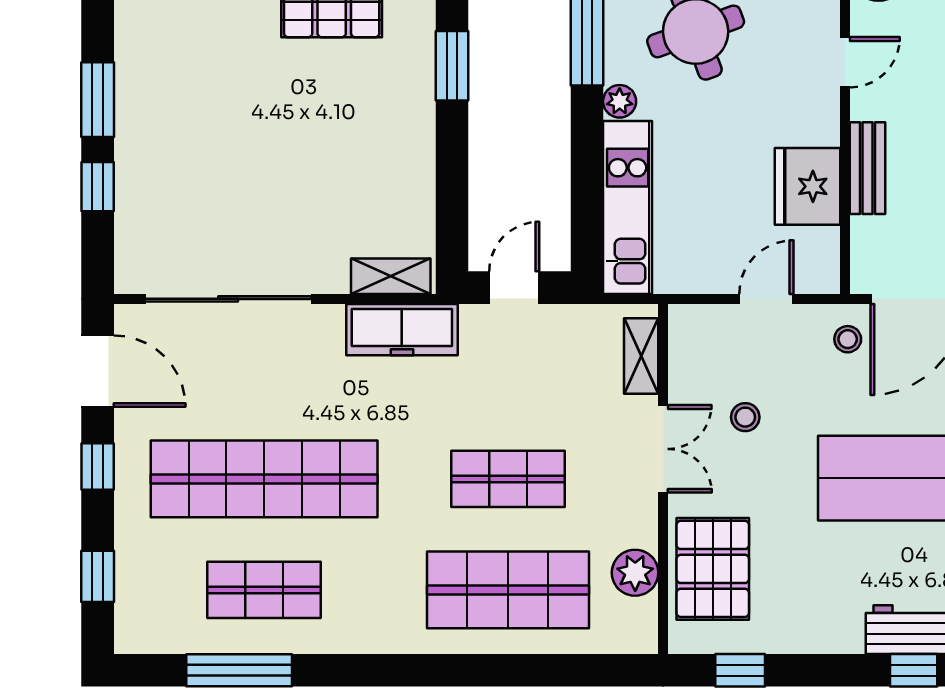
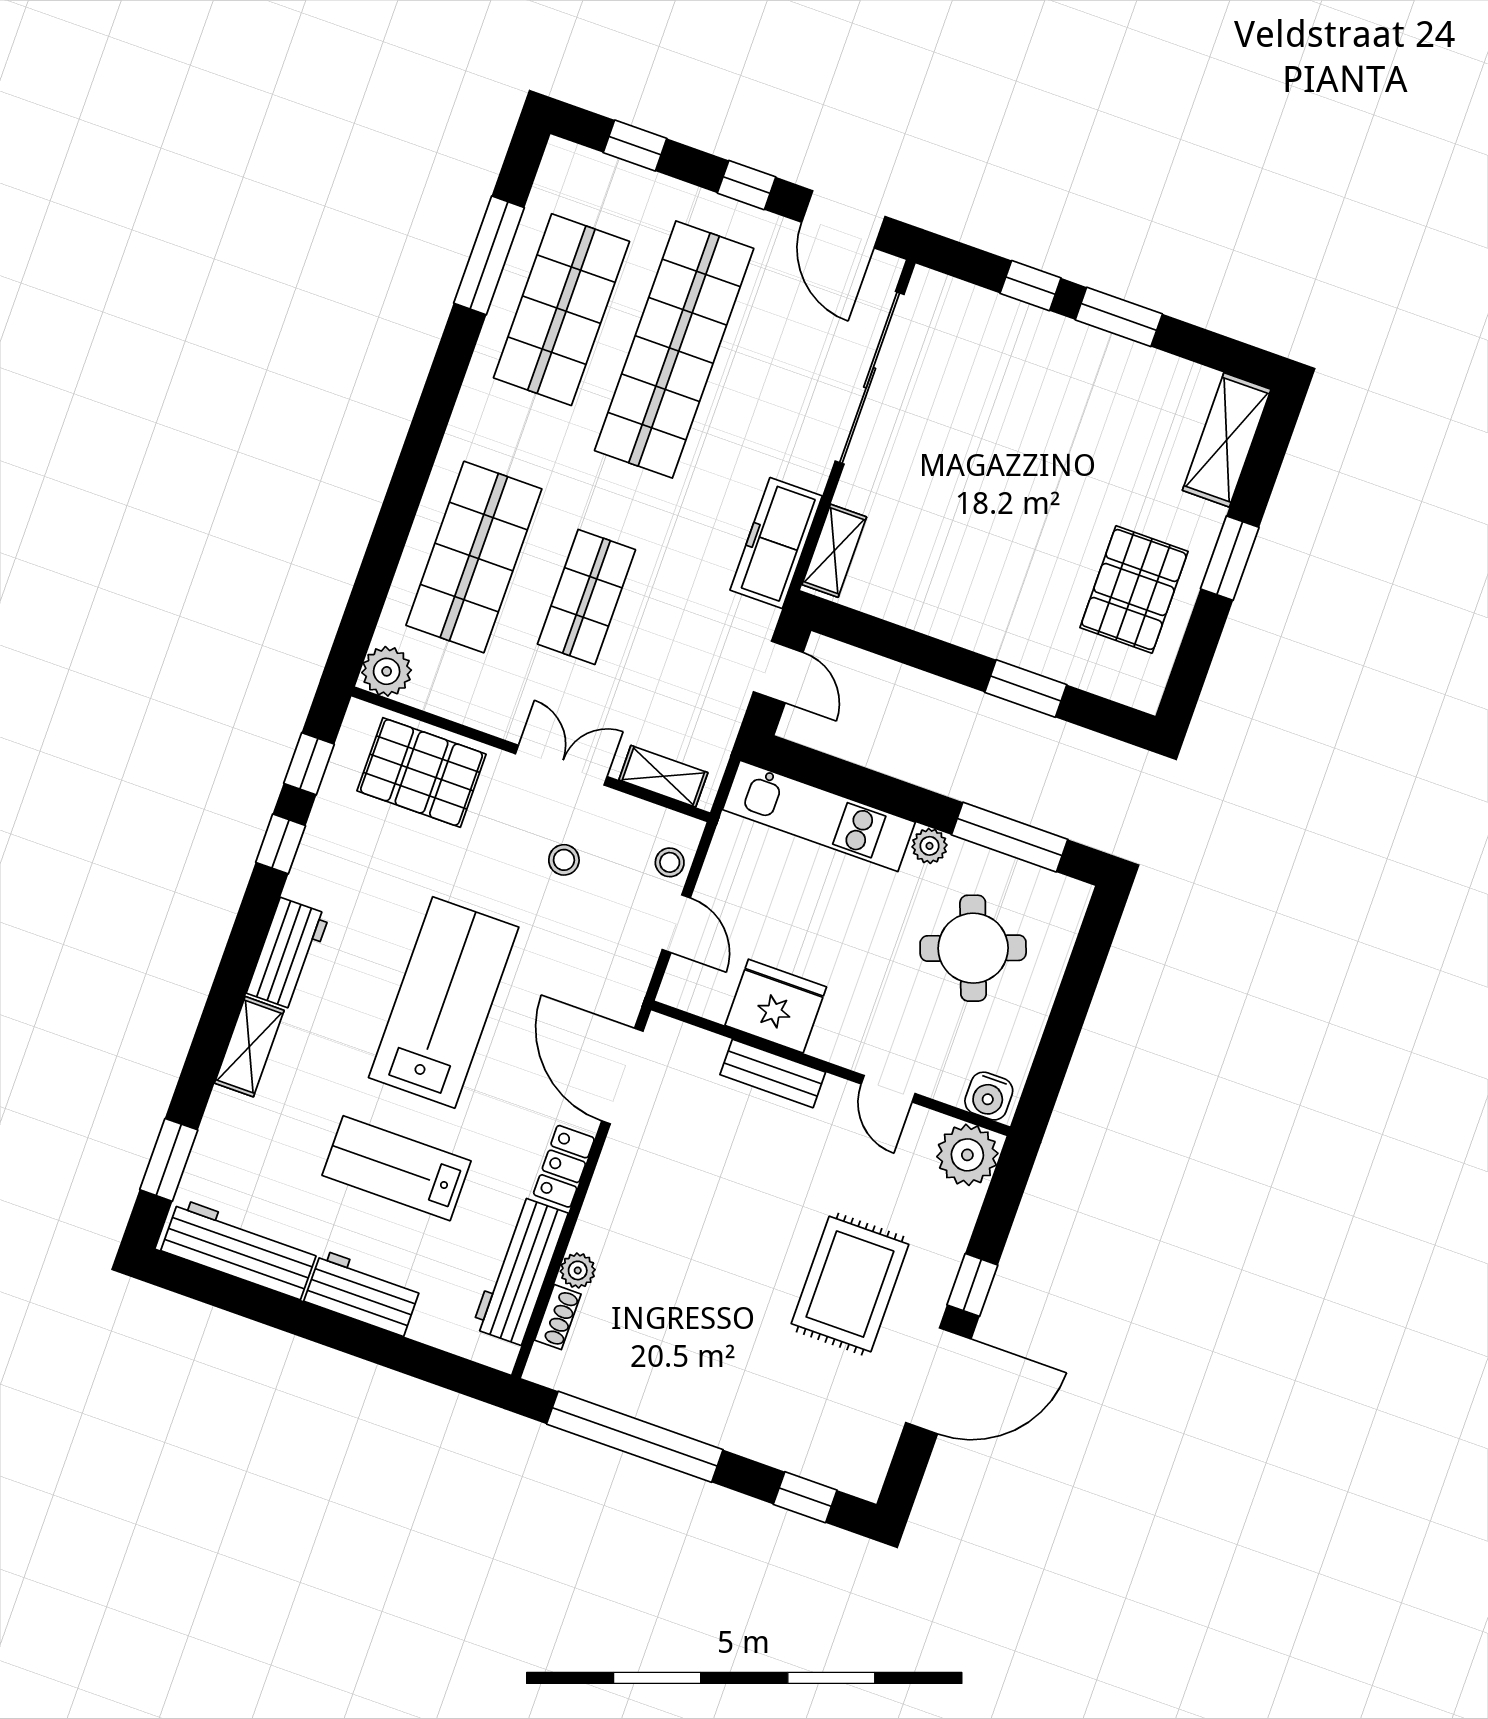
stool: (848, 339) -> (670, 862), moved
door: (98, 371) -> (843, 219), hinge flipped
double door: (663, 449) -> (561, 765), swing flipped
plant: (635, 573) -> (387, 671), moved
shop shelf: (264, 590) -> (561, 310), width x1.43, depth x1.36
window: (914, 670) -> (281, 844), moved

